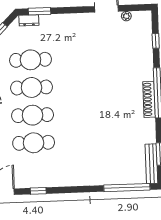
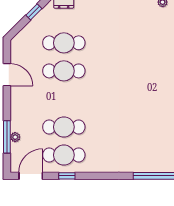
cafe table: (33, 115) -> (64, 155), moved

